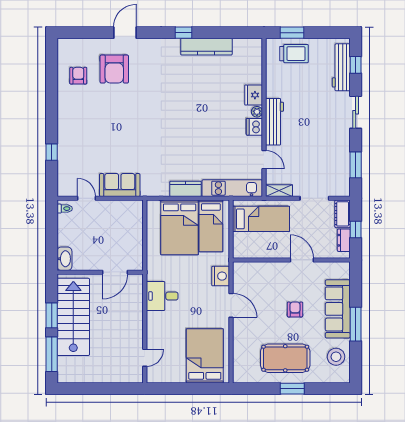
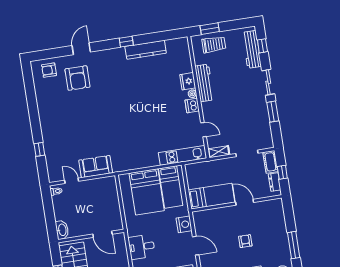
armchair: (78, 76) -> (49, 70), moved, turned -90
workbench: (274, 122) -> (204, 83), moved
window: (356, 165) -> (273, 112), moved
kitchen counter: (185, 189) -> (147, 162), removed
bed: (261, 219) -> (212, 196), moved
door: (115, 272) -> (102, 234), hinge flipped
sofa: (338, 309) -> (278, 236), removed

